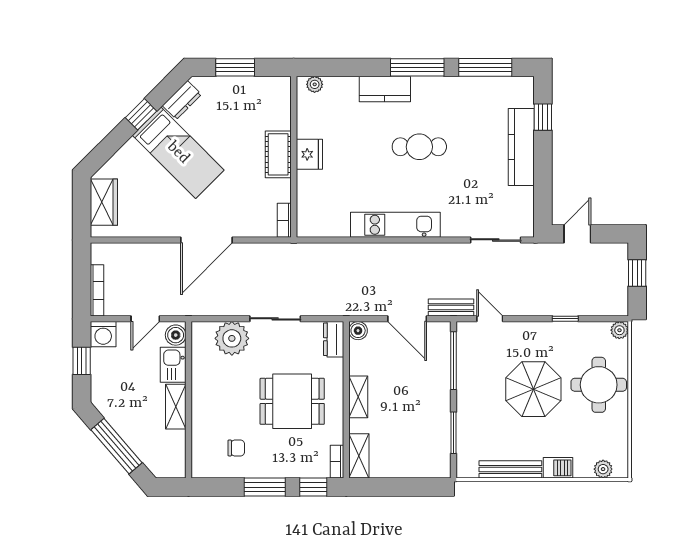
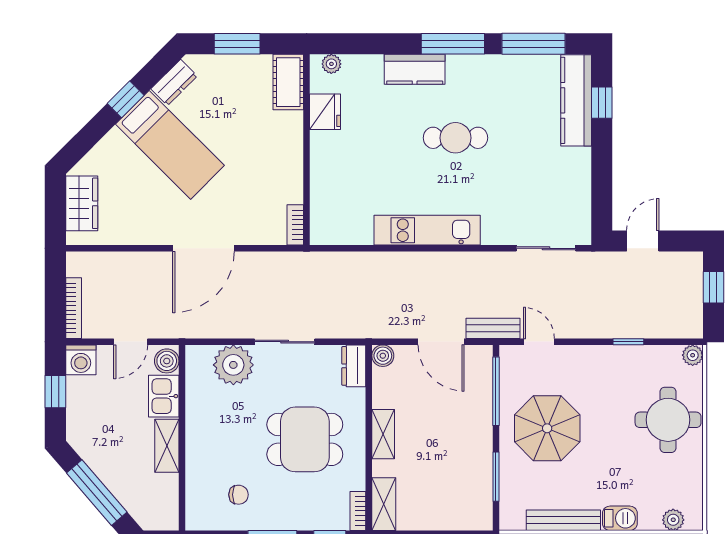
kitchen counter: (521, 147) -> (576, 100), moved
cot: (278, 154) -> (288, 82), moved
fridge: (309, 154) -> (325, 112), moved
parasol: (533, 389) -> (547, 428), moved

